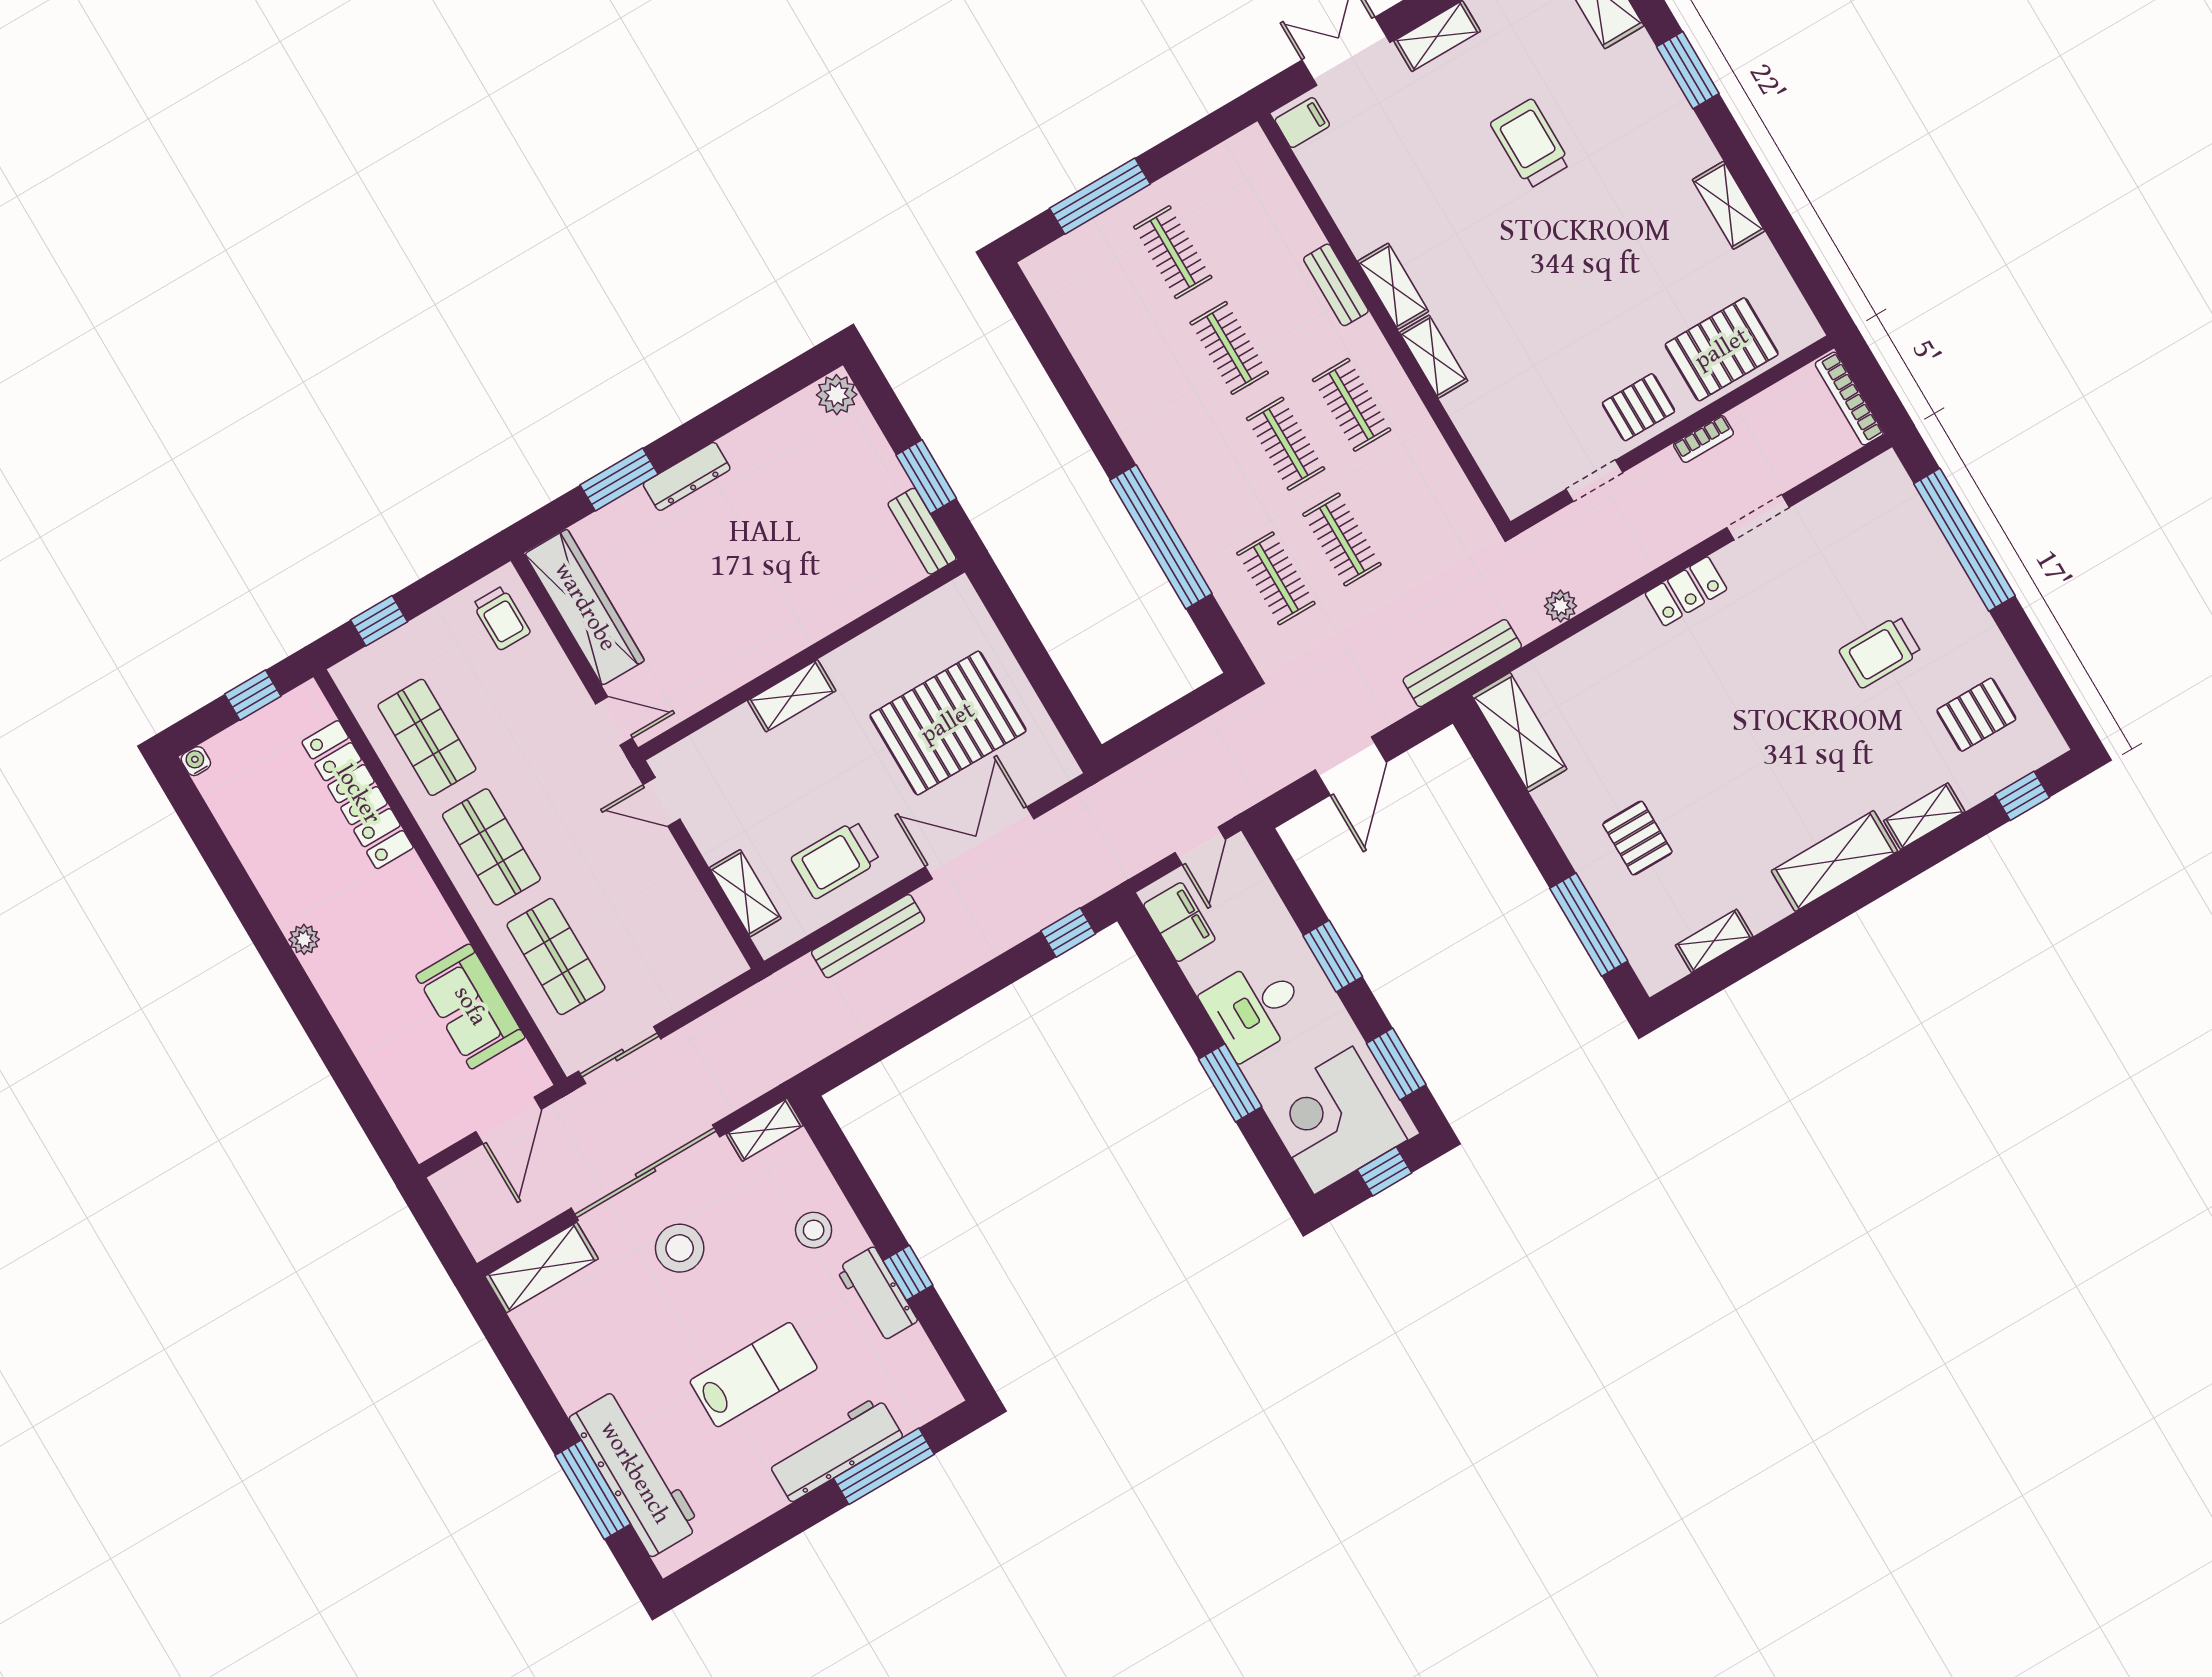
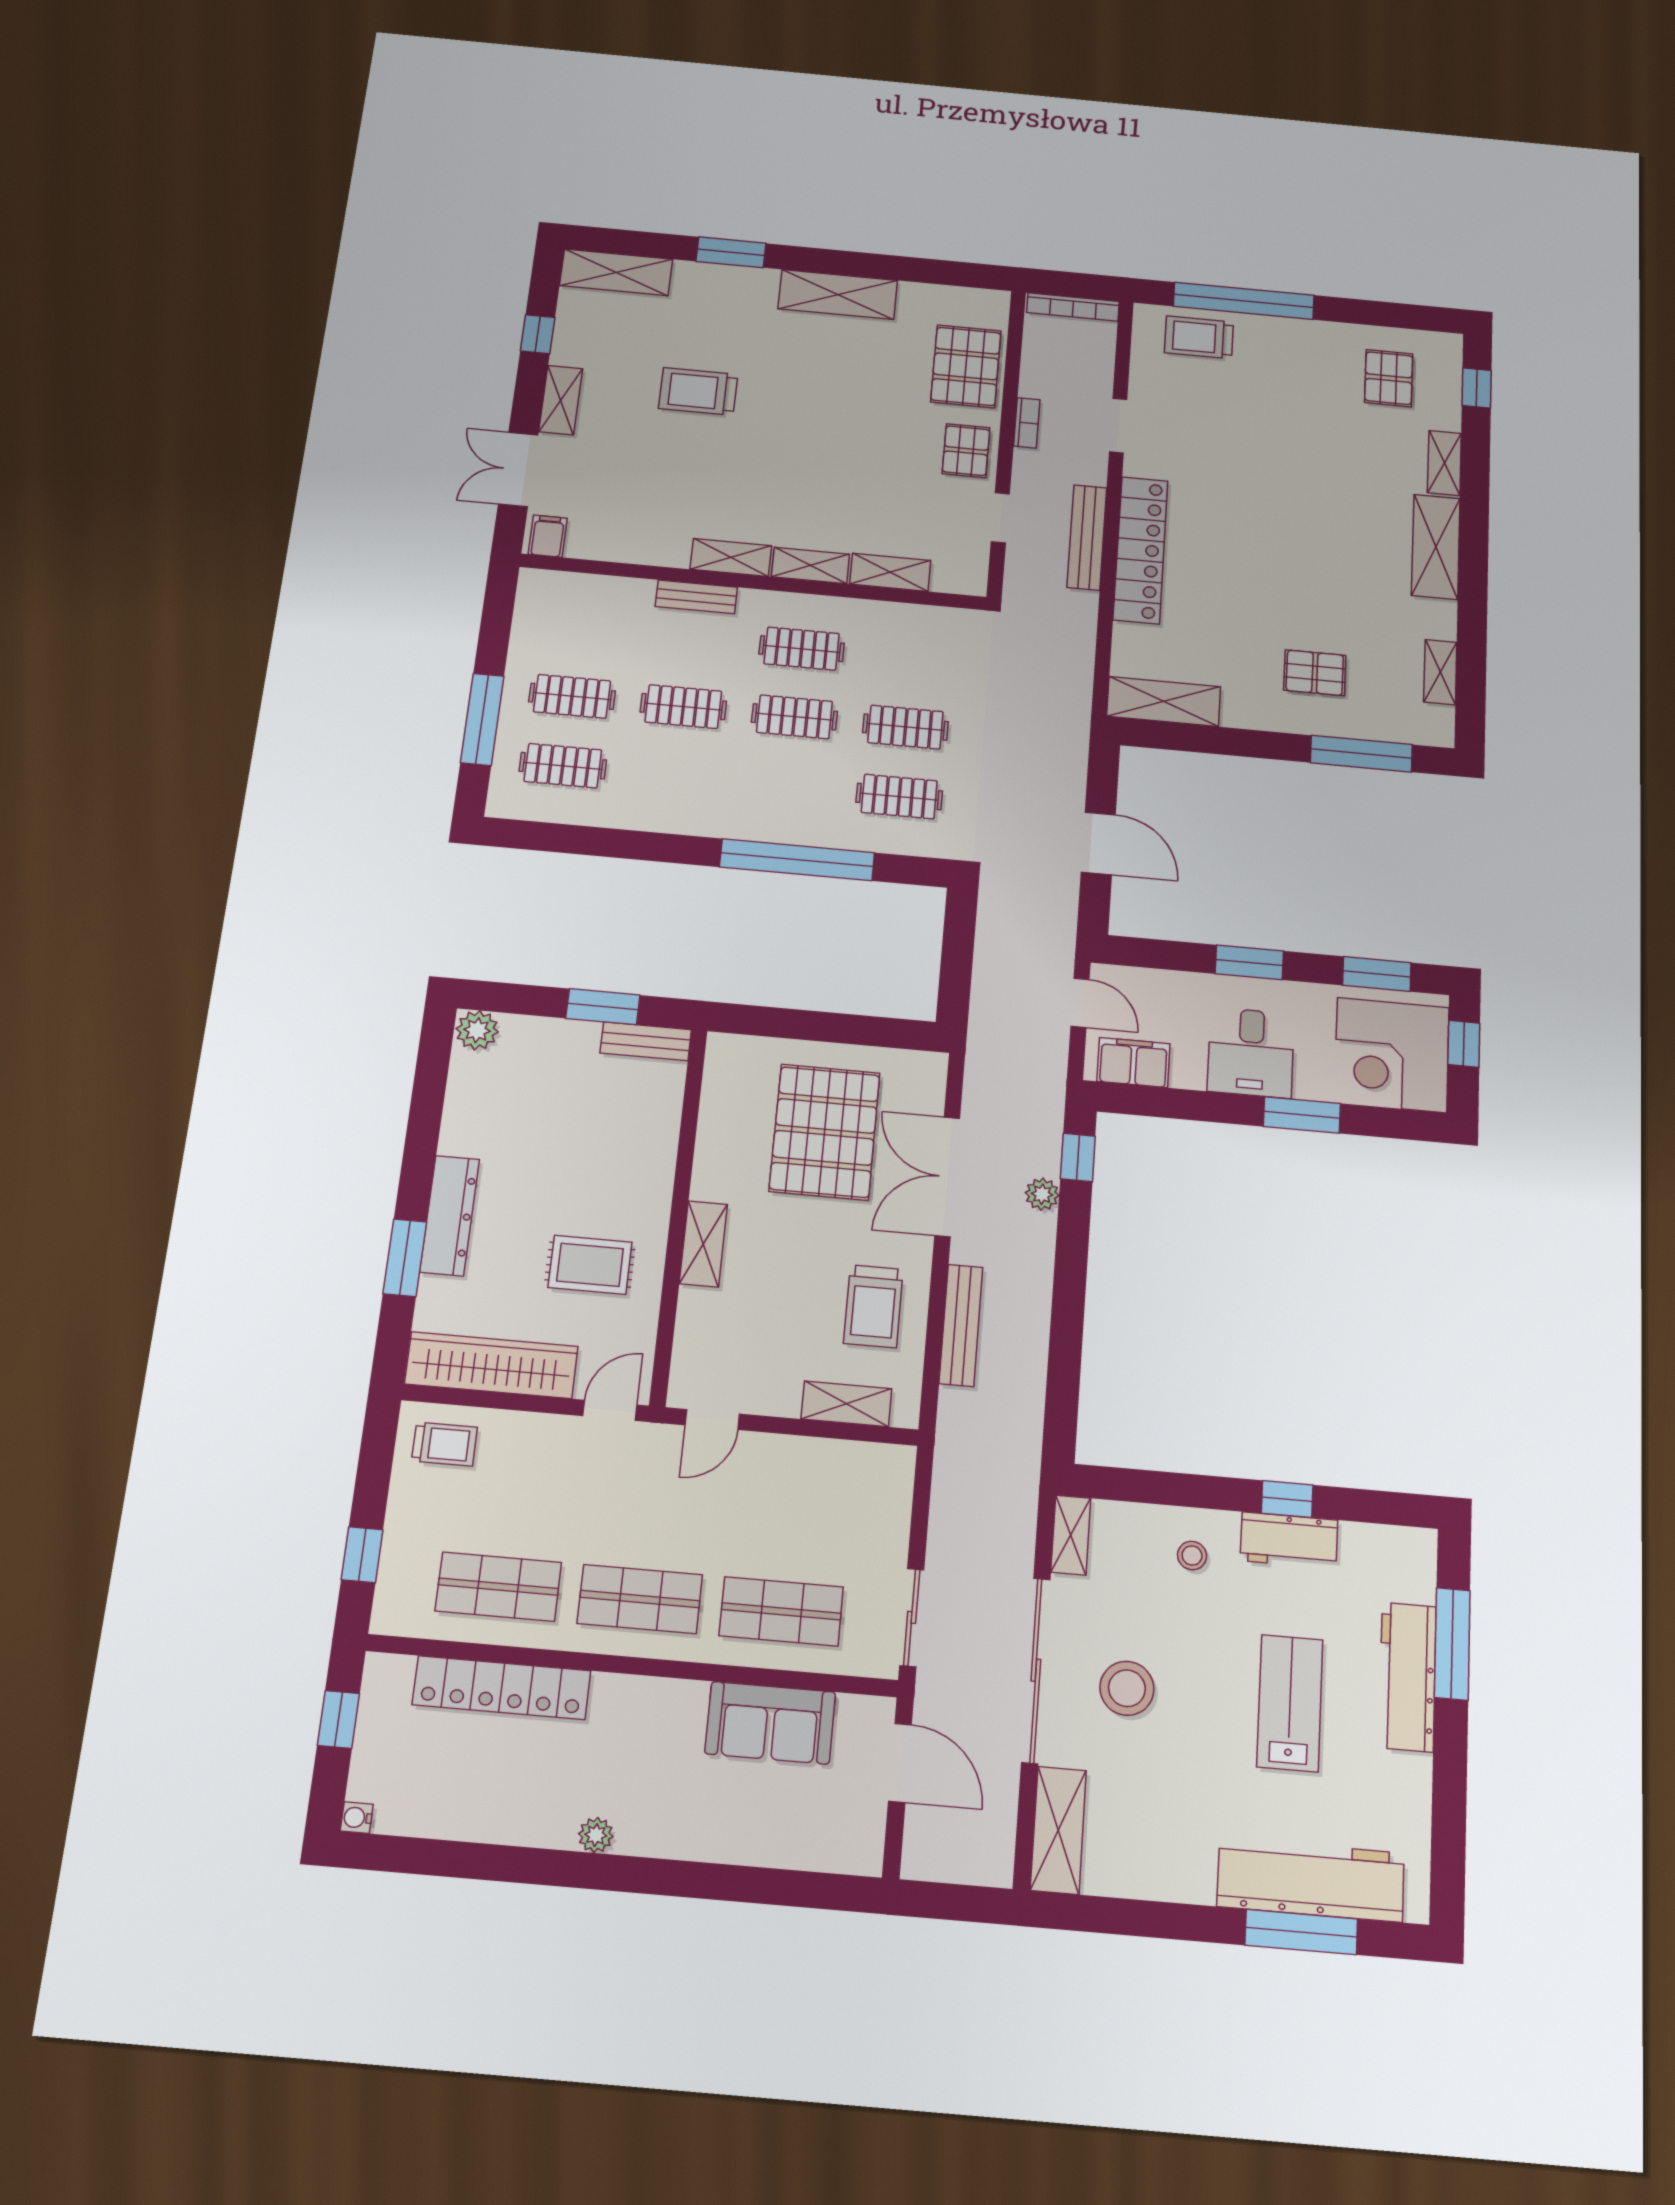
shelving: (1729, 205) -> (838, 295), width x1.50, depth x1.33
clothes rail: (1107, 291) -> (563, 766), added
shelving: (1476, 426) -> (890, 572), added
dresser: (687, 476) -> (450, 1216), width x1.37, depth x1.24
locker: (1686, 591) -> (1141, 550), width x2.16, depth x1.21
plant: (1561, 606) -> (1042, 1194), moved
rug: (714, 622) -> (590, 1265), added
trolley: (1880, 652) -> (1199, 337), moved, turned 90
bench: (1462, 663) -> (1087, 537), moved
stool: (814, 1230) -> (1192, 1555), width x0.73, depth x0.73

